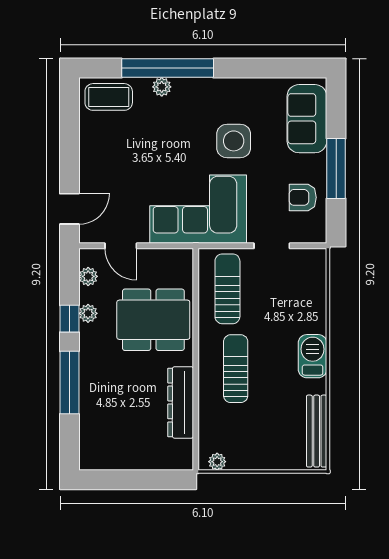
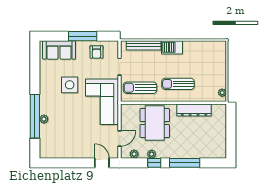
coffee table: (109, 97) -> (49, 144), removed
bench: (317, 431) -> (144, 45), moved

